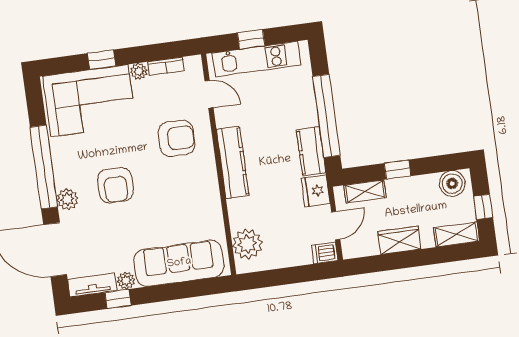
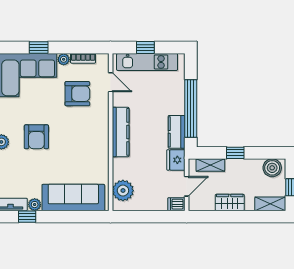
armchair: (177, 138) -> (77, 94), moved

